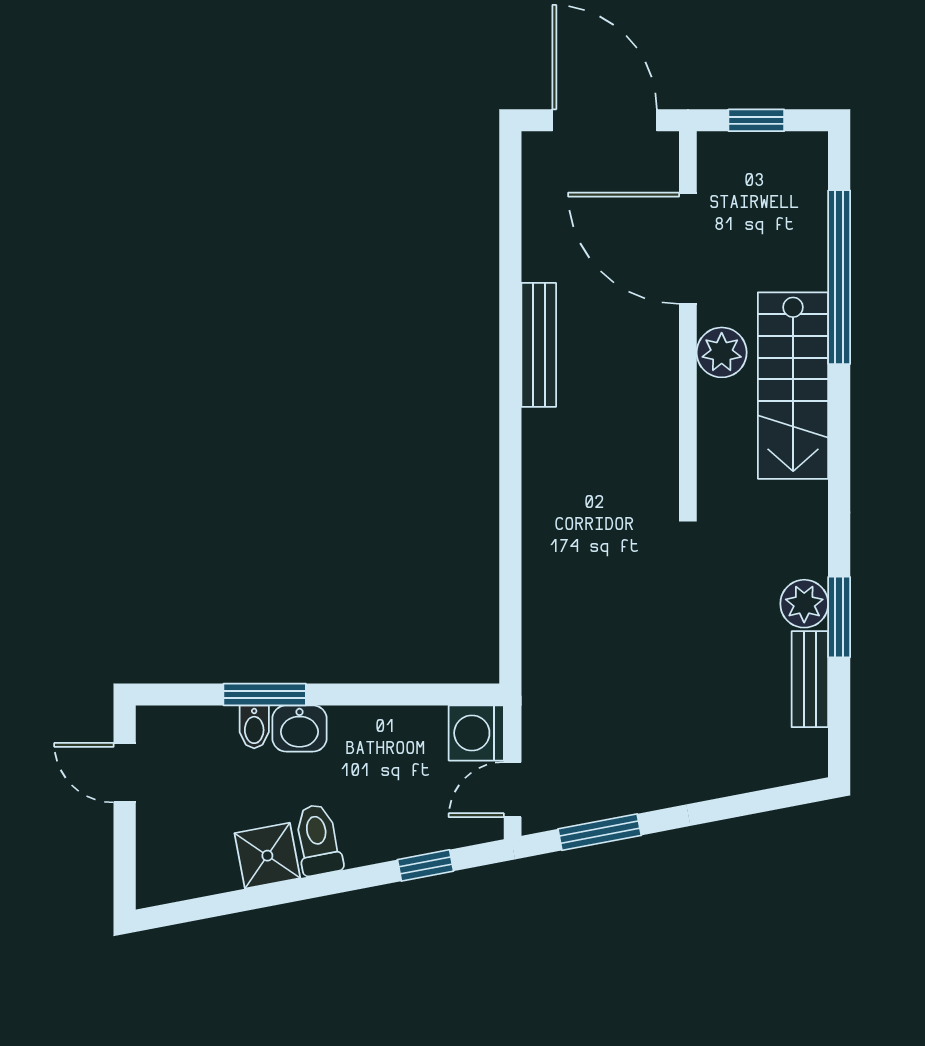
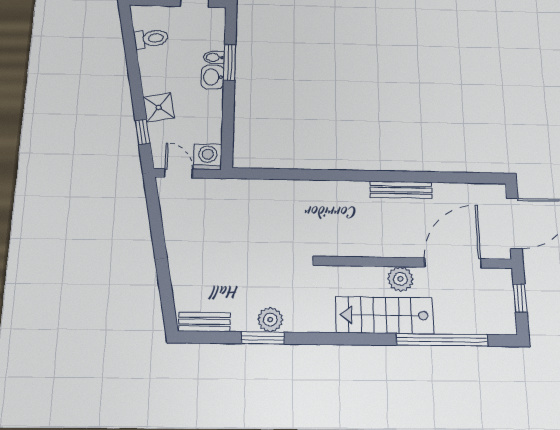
bench: (810, 679) -> (204, 322), moved
window: (600, 832) -> (155, 215), removed
toilet: (318, 840) -> (151, 39), moved
shower: (267, 856) -> (159, 107), moved

